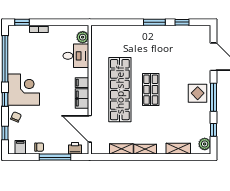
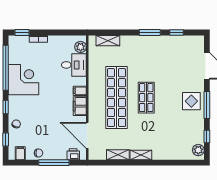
corner desk: (24, 90) -> (24, 80), moved
shelving: (178, 149) -> (108, 41), moved

